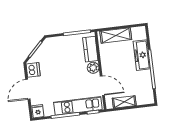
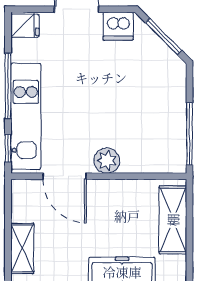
kitchen counter: (90, 49) -> (149, 159), removed
door: (102, 86) -> (65, 176), hinge flipped
shelving: (124, 102) -> (22, 248), moved

